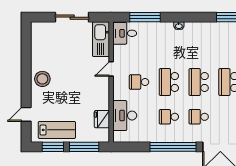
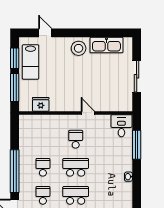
kitchen sink: (101, 39) -> (106, 45), moved, turned 180
desk: (125, 116) -> (44, 126), removed

